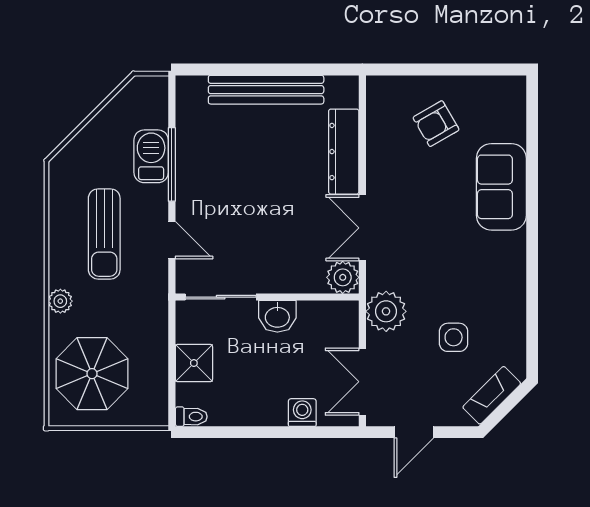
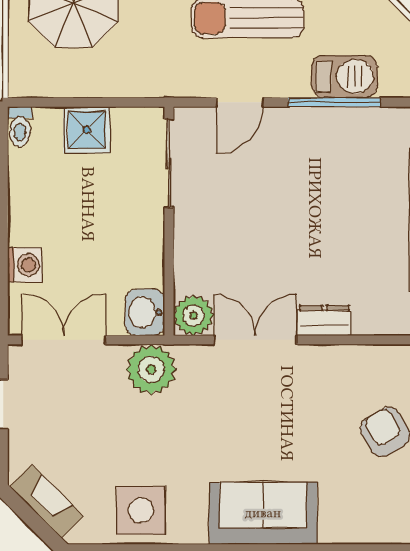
dresser: (344, 152) -> (324, 320), width x0.51, depth x0.80
sofa: (501, 187) -> (263, 513), moved
washbasin: (277, 316) -> (145, 312), moved
side table: (454, 337) -> (141, 510), moved, width x1.37, depth x1.37

